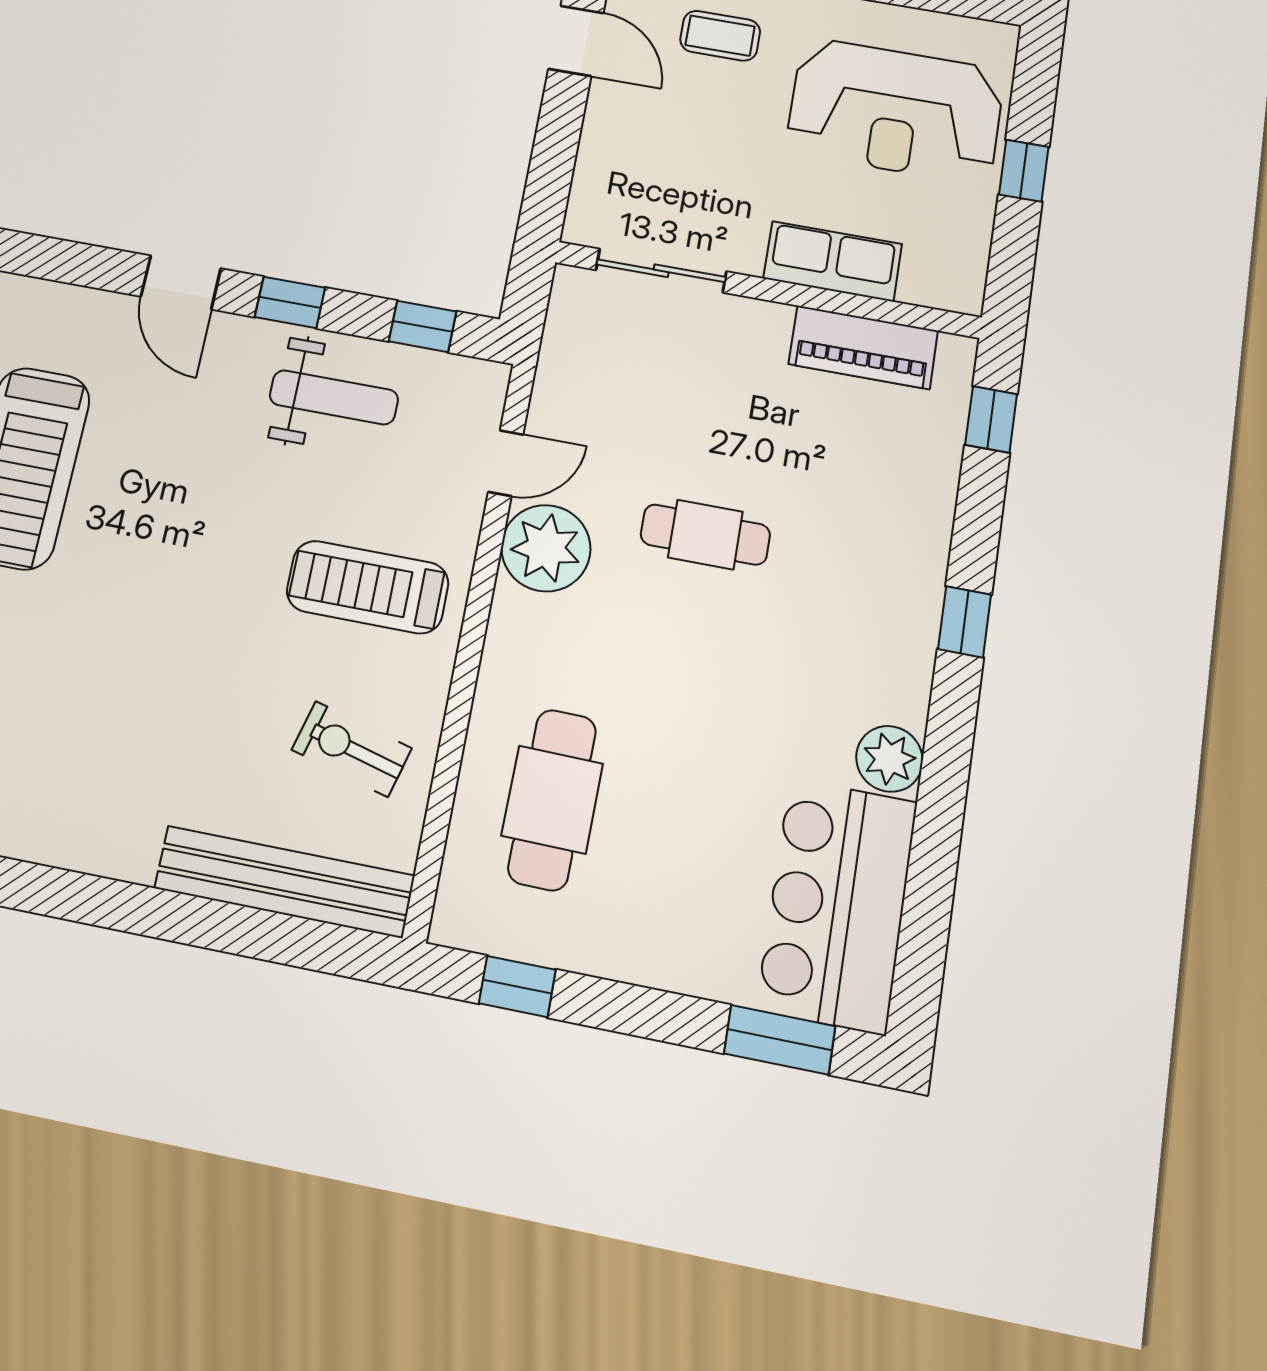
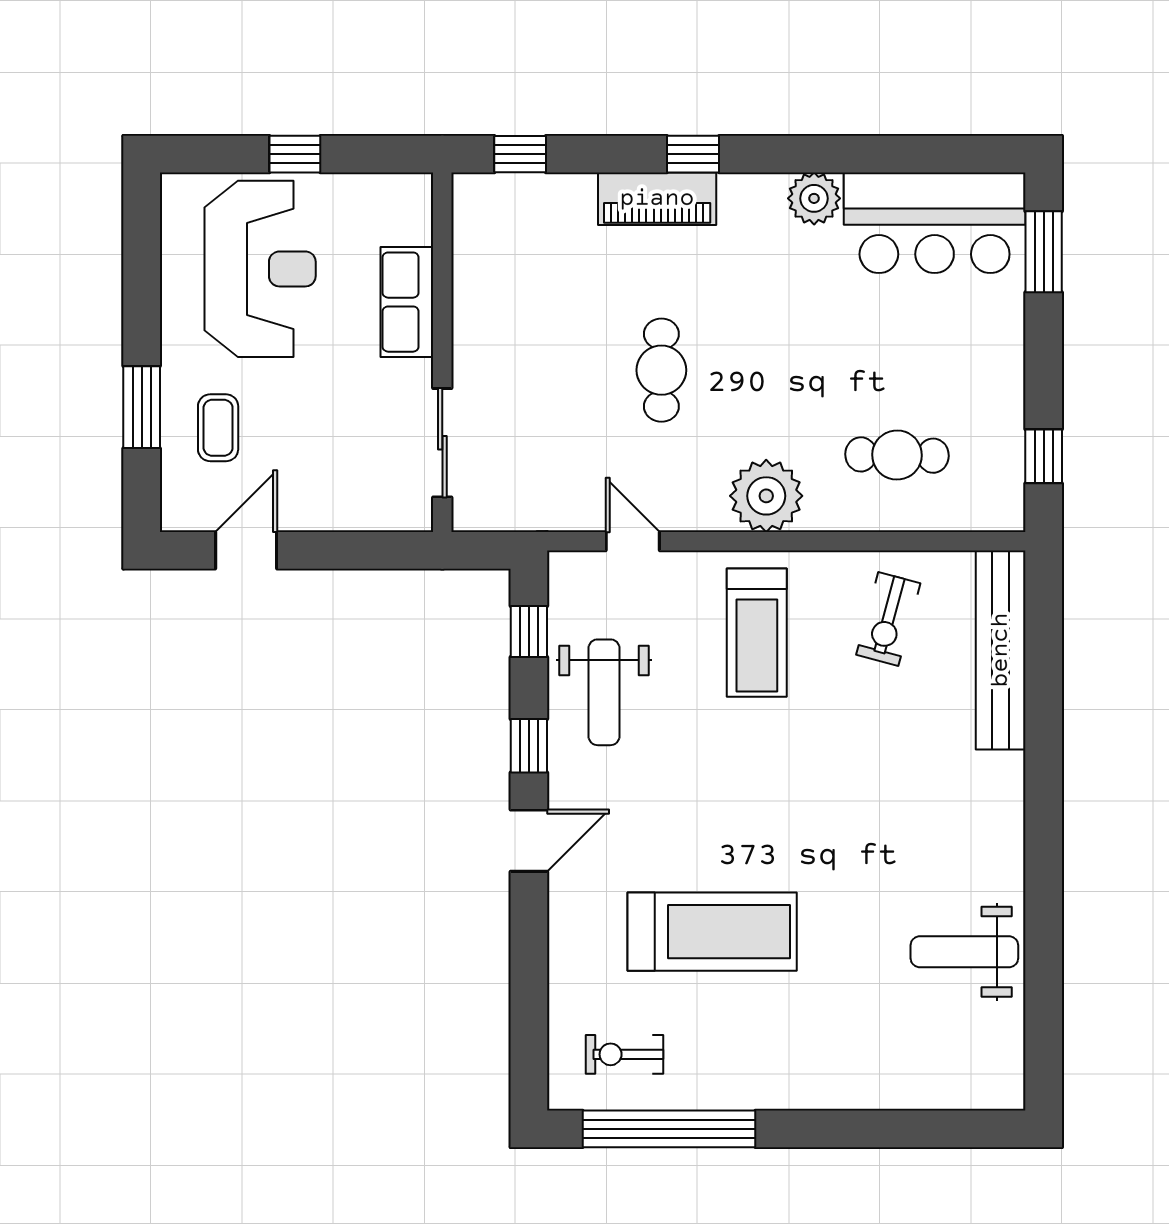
piano: (863, 347) -> (657, 199), moved, turned 90
weight bench: (334, 397) -> (604, 692), turned 180
plant: (546, 548) -> (766, 496), moved
cafe table: (552, 800) -> (897, 455), width x0.73, depth x0.74

